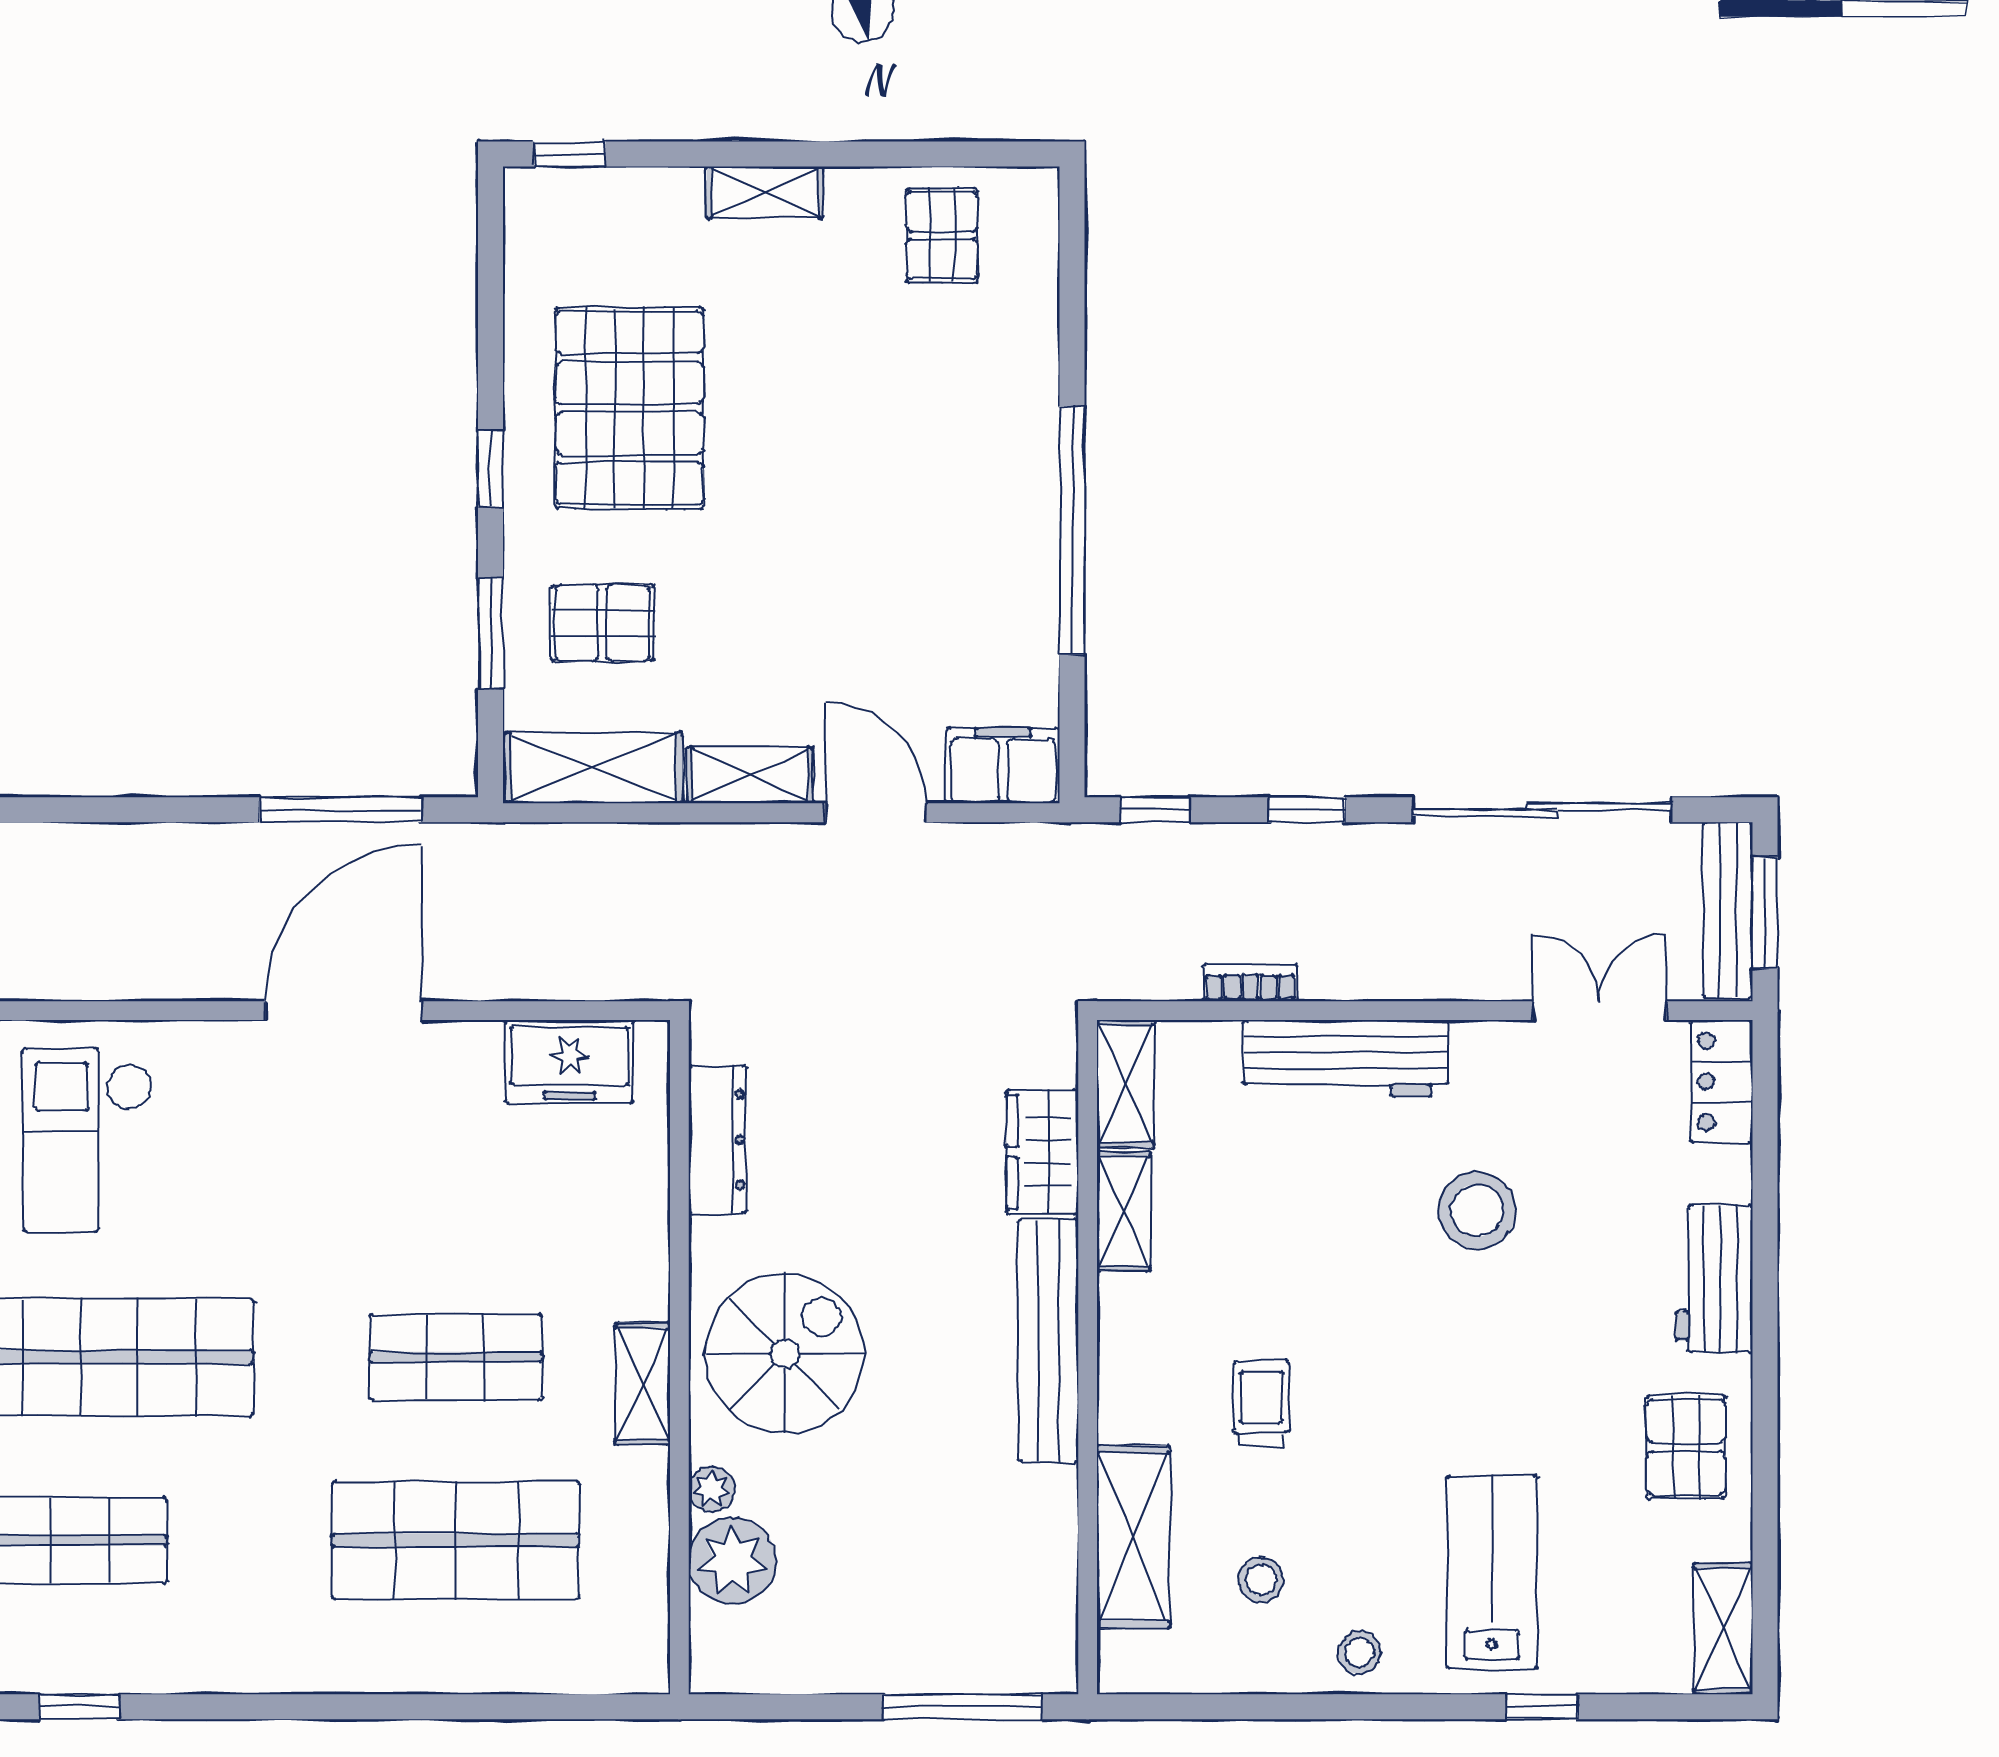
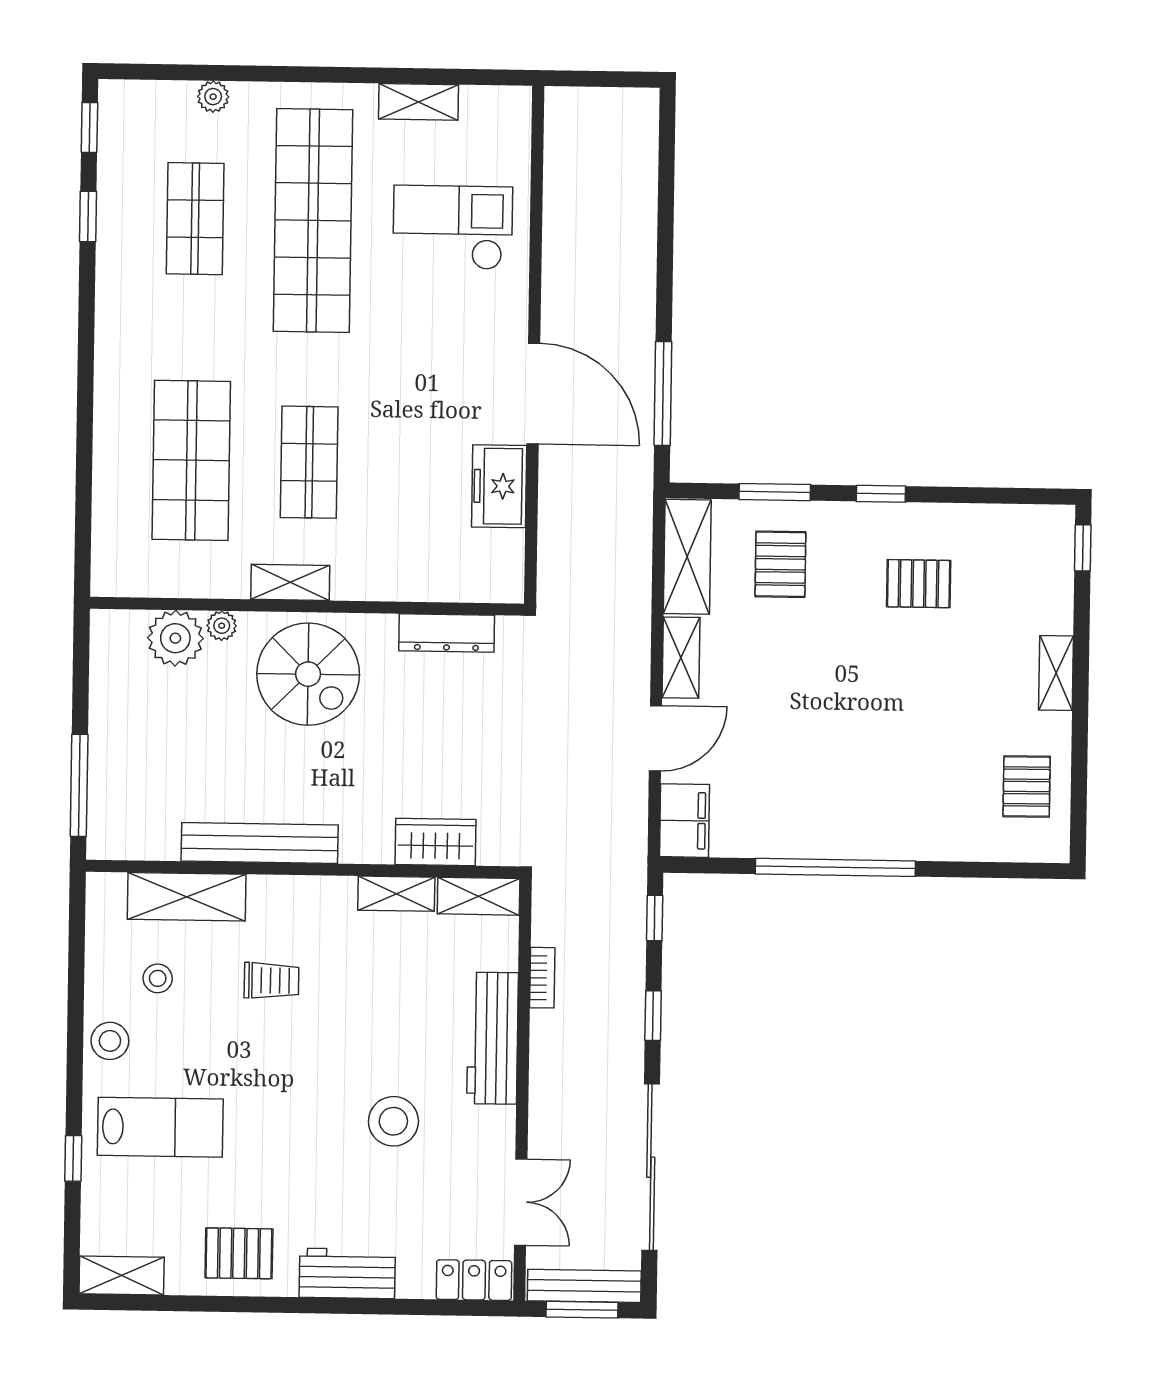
pallet: (942, 235) -> (1027, 786), turned 90
pallet: (629, 408) -> (919, 584), width x0.49, depth x0.50
freezer: (569, 1062) -> (499, 486), moved
bench: (1048, 1340) -> (260, 843), moved
stool: (1359, 1653) -> (110, 1041), width x1.37, depth x1.37

